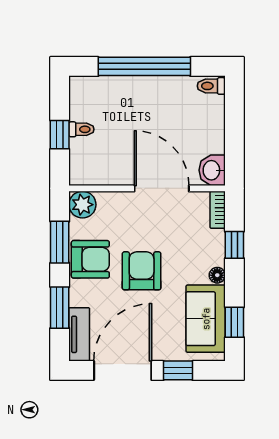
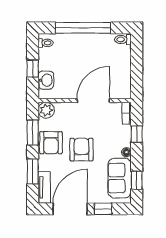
toilet: (81, 129) -> (46, 43), moved
washbasin: (212, 170) -> (46, 80), moved, turned 180
door: (162, 188) -> (93, 100), hinge flipped
armchair: (90, 259) -> (51, 143), turned 90

